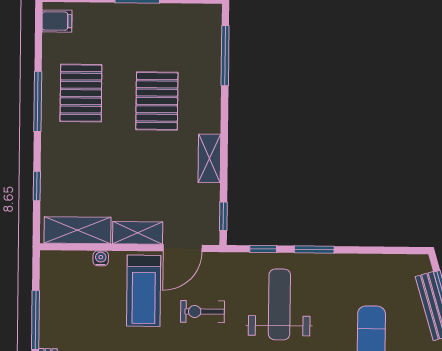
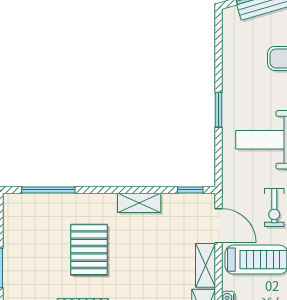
pallet: (157, 101) -> (89, 250), turned 90
window: (263, 249) -> (219, 155), removed

